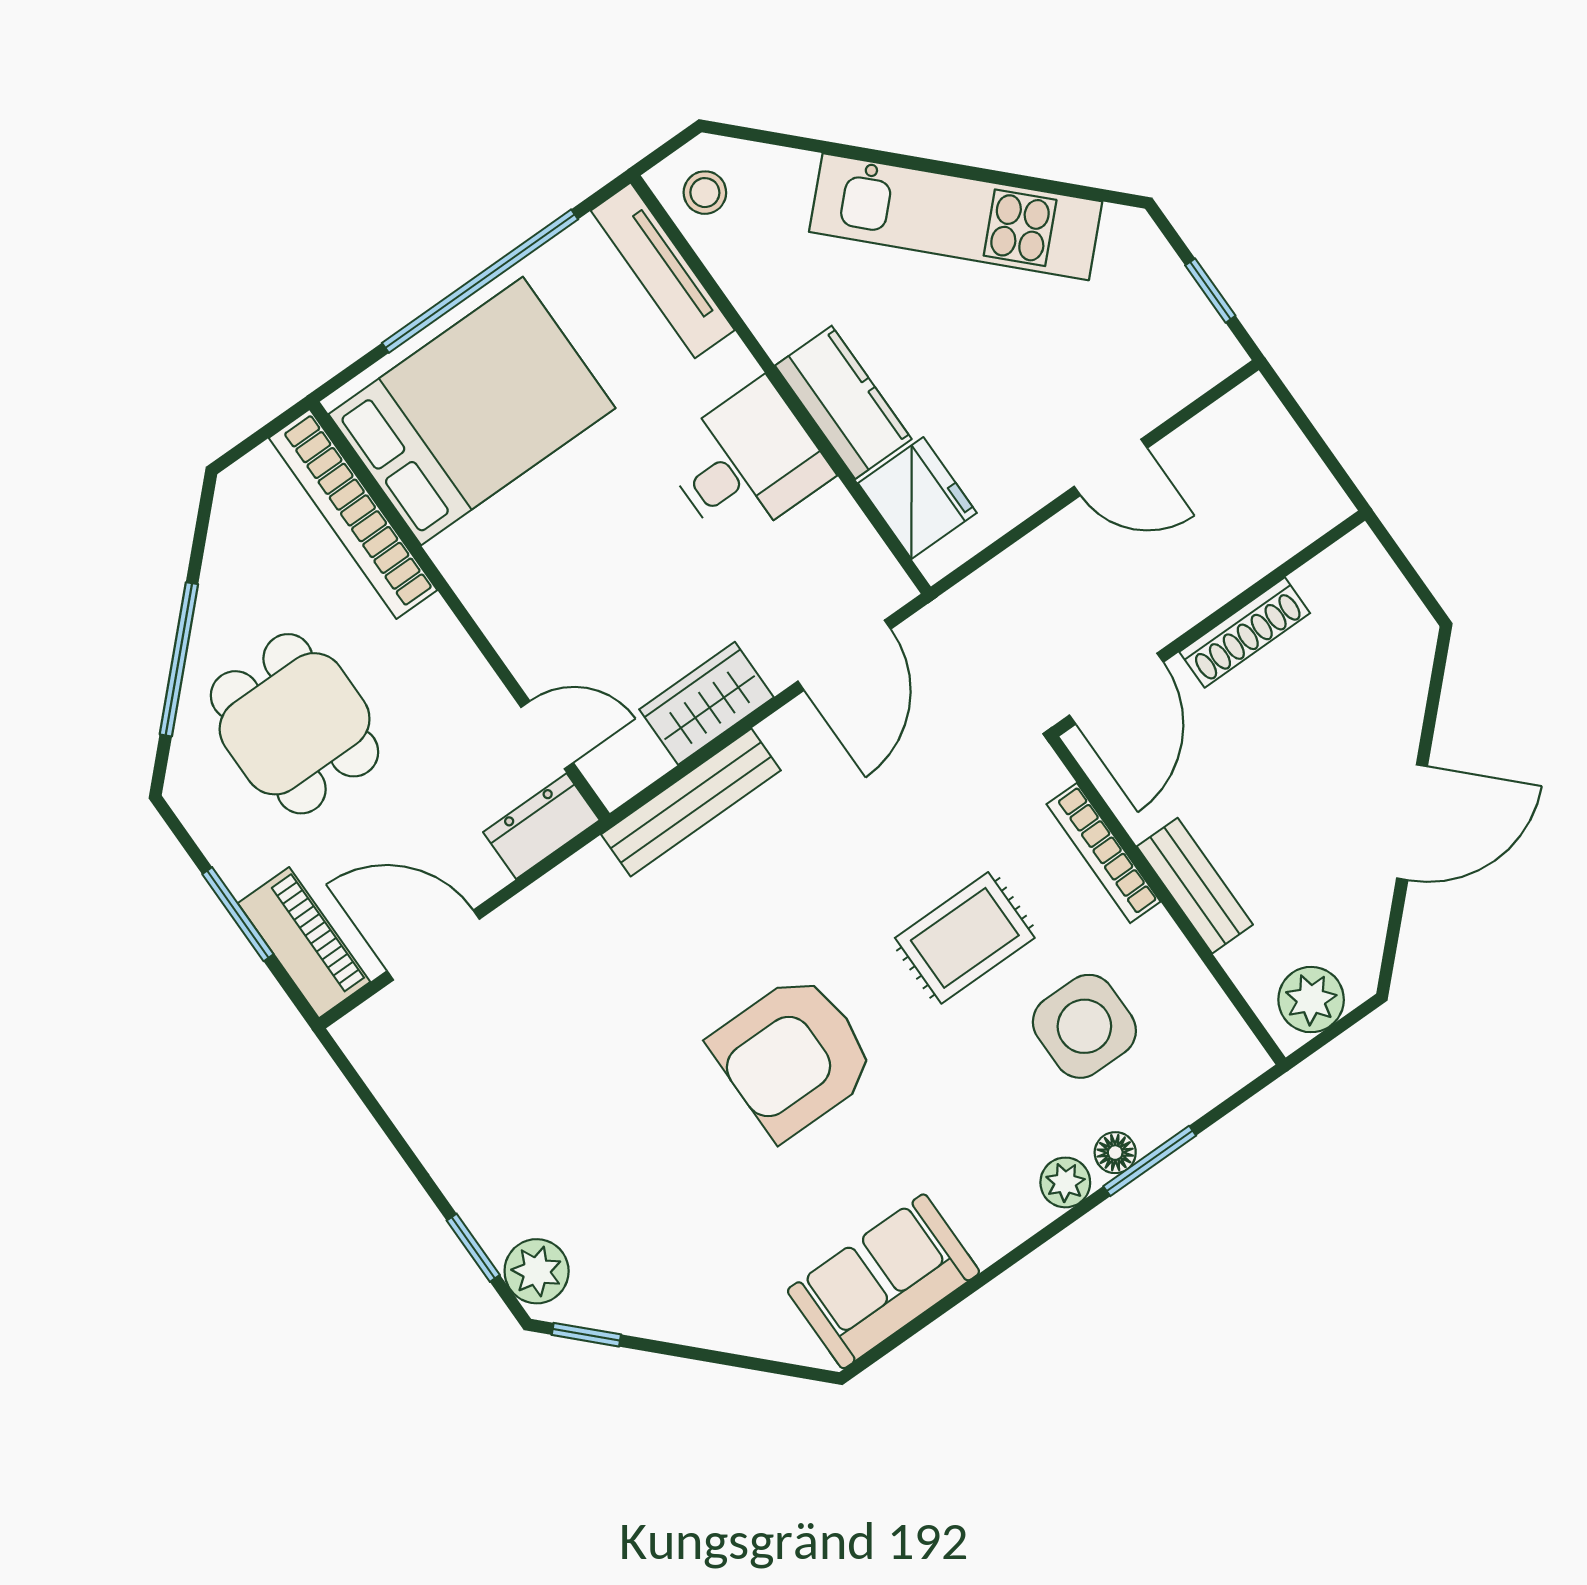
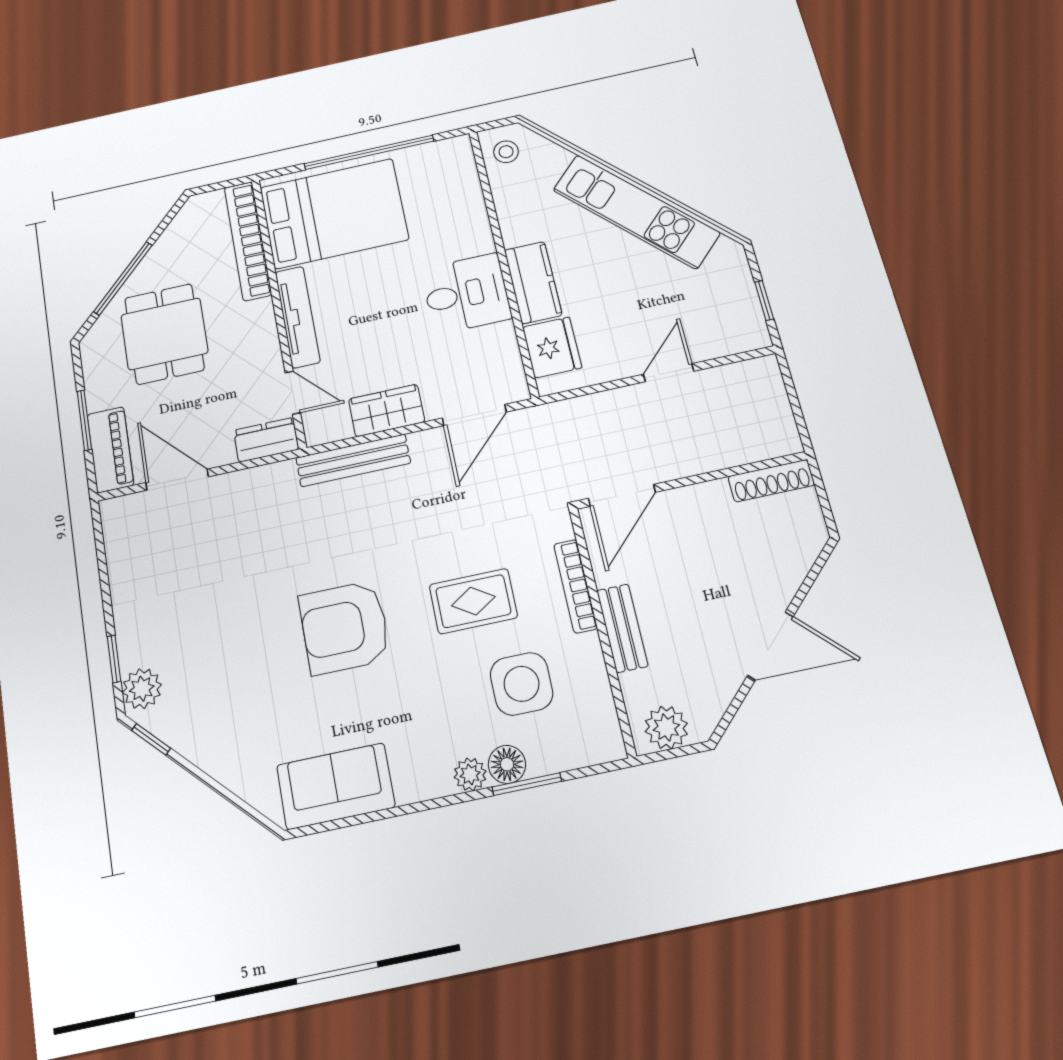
tv unit: (663, 270) -> (298, 317), moved, turned 180
door: (1111, 467) -> (669, 373), swing flipped
shoe rack: (1245, 633) -> (771, 481), moved
floor lamp: (1115, 1153) -> (507, 764), width x1.37, depth x1.37

